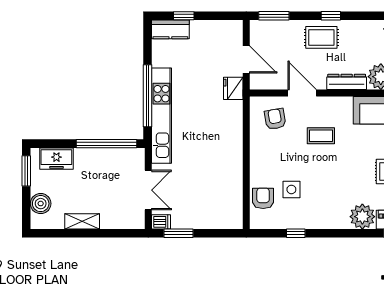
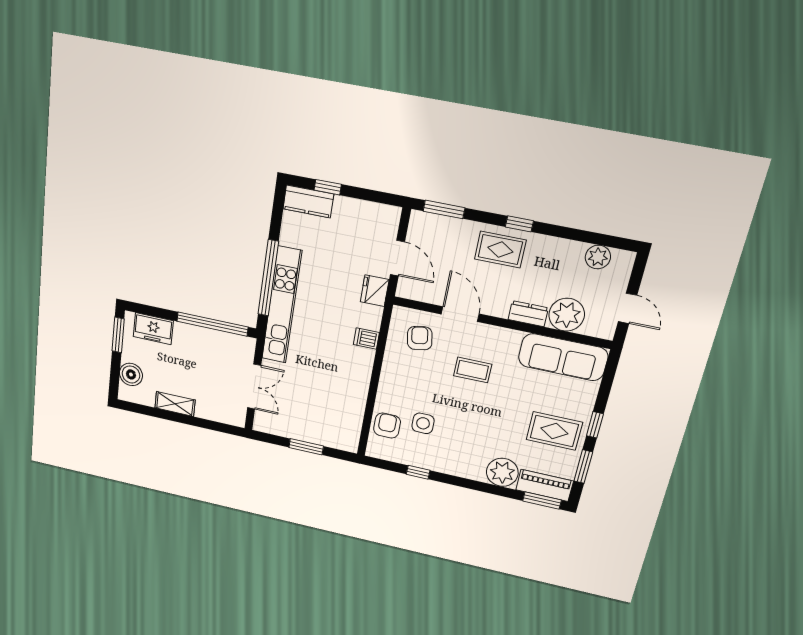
dresser: (347, 82) -> (528, 314), width x0.70
dishwasher: (161, 222) -> (366, 339), moved, turned 180
window: (178, 233) -> (306, 447), moved

